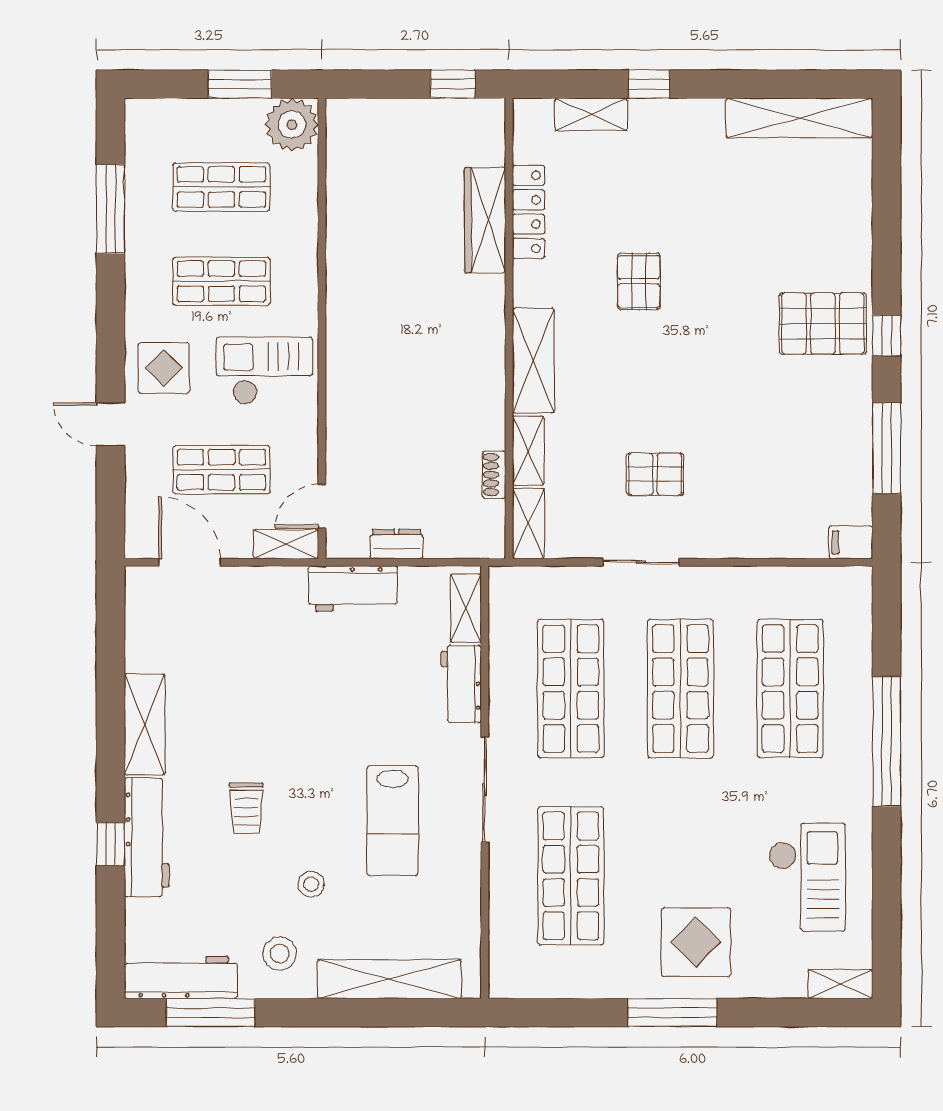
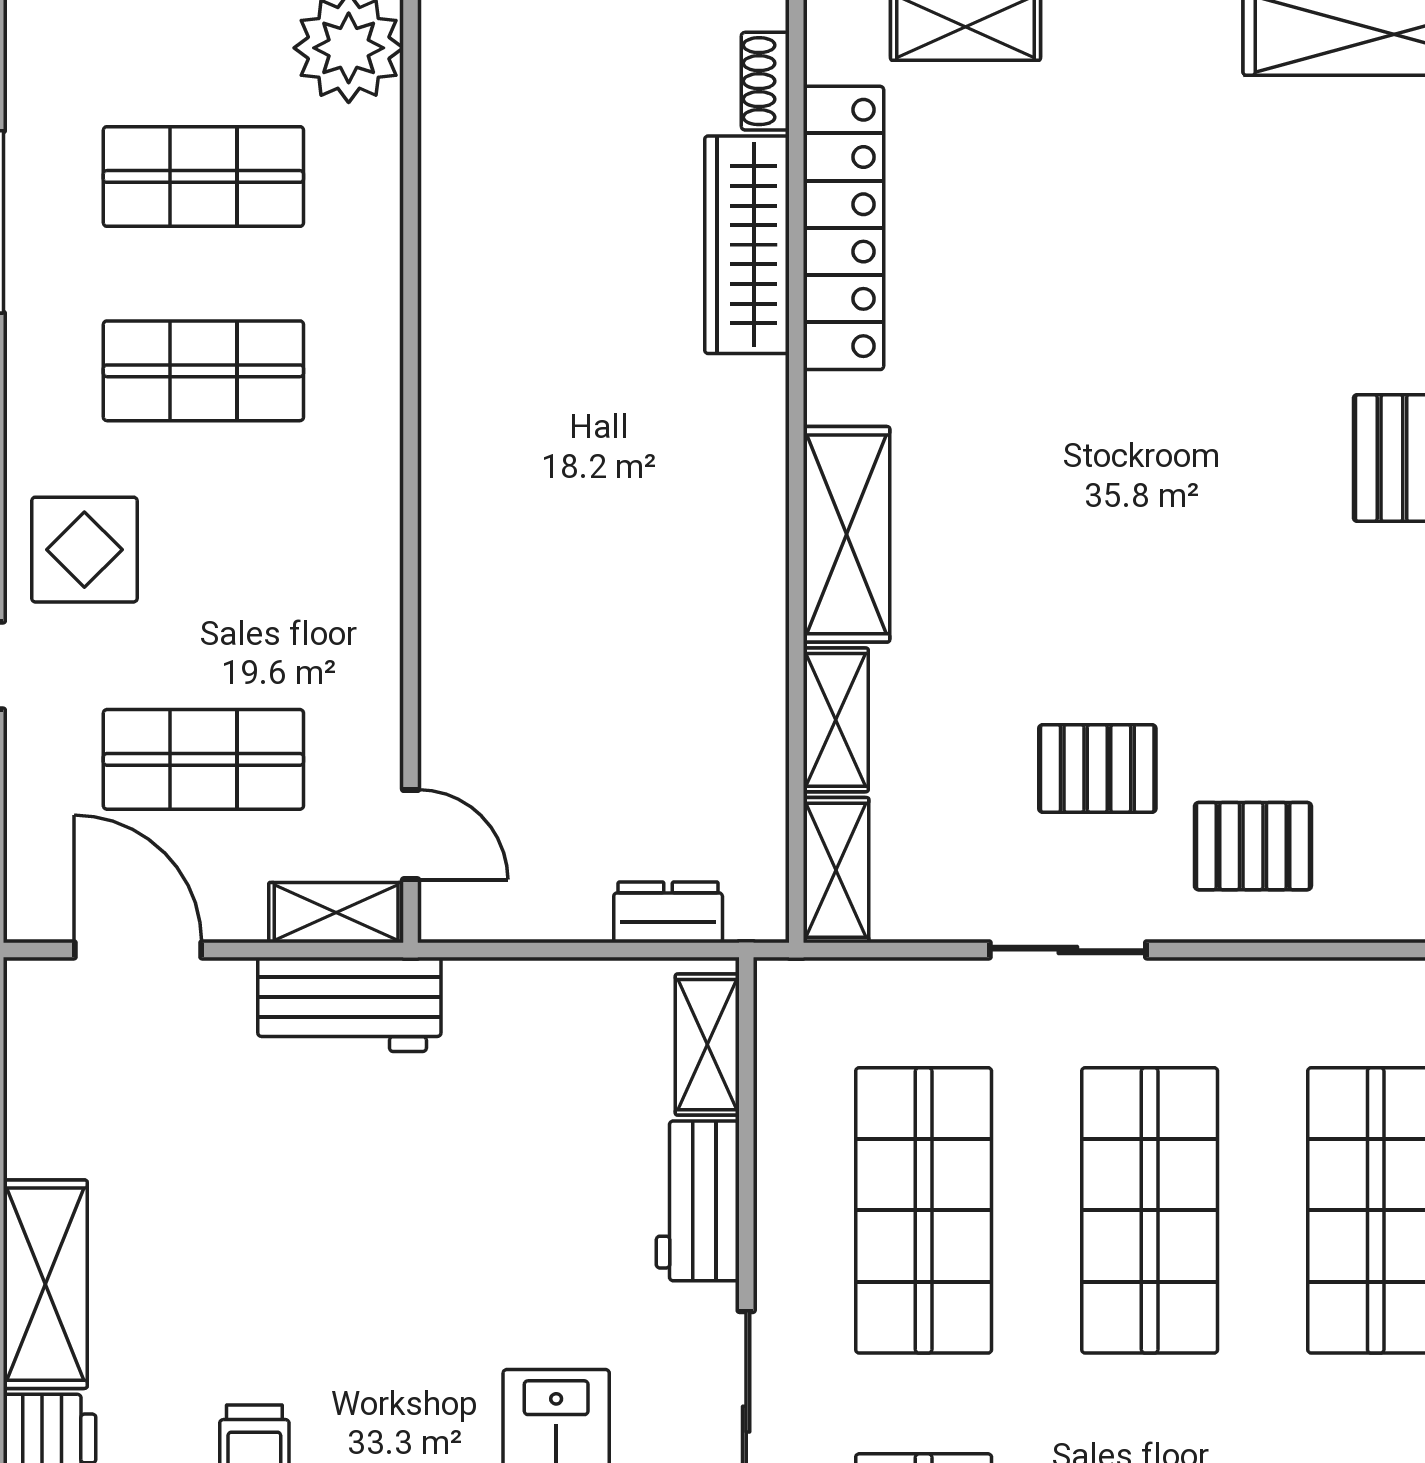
locker: (529, 212) -> (843, 228), width x1.41, depth x1.21
pallet: (639, 281) -> (1253, 846), moved, turned 90
checkout: (264, 371) -> (292, 555), removed
shoe rack: (494, 475) -> (765, 81), moved
door: (322, 506) -> (411, 835), swing flipped
dresser: (397, 544) -> (668, 912), moved
workbench: (353, 589) -> (349, 1004), moved

